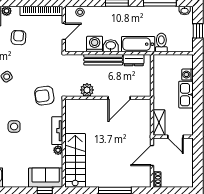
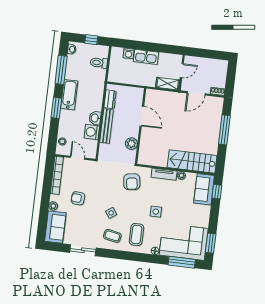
toilet: (161, 43) -> (99, 63), moved
bathtub: (138, 44) -> (69, 95), moved, turned 180
door: (152, 156) -> (196, 93), hinge flipped

